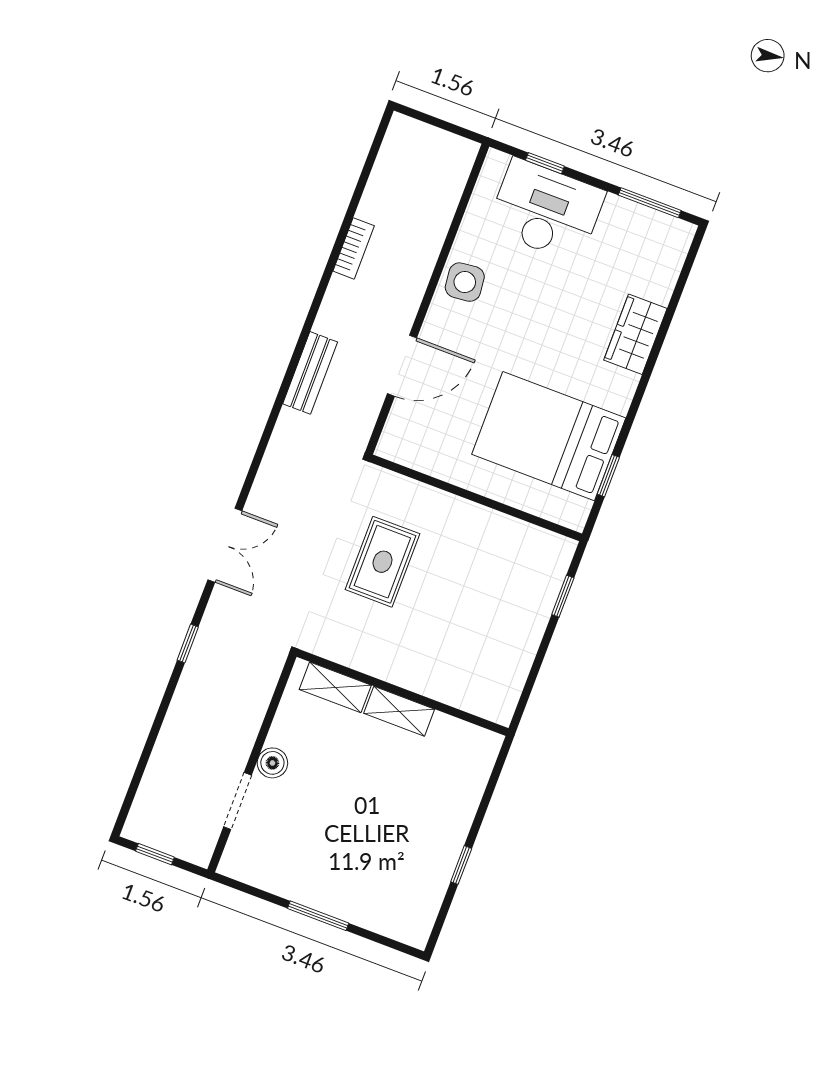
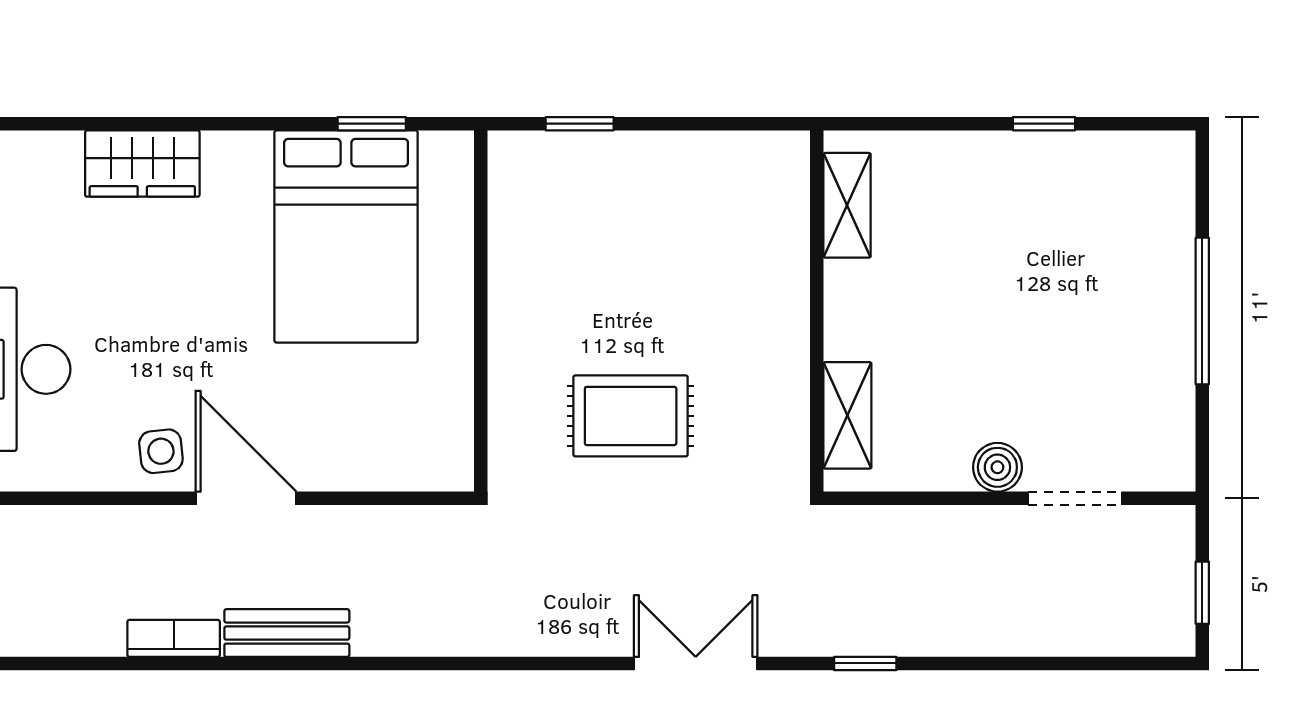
side table: (465, 282) -> (161, 451), width x0.73, depth x0.73
door: (402, 366) -> (246, 498), moved
bench: (310, 373) -> (287, 633), moved
shelving: (399, 711) -> (847, 205), moved
window: (318, 916) -> (1202, 311), width x1.44

